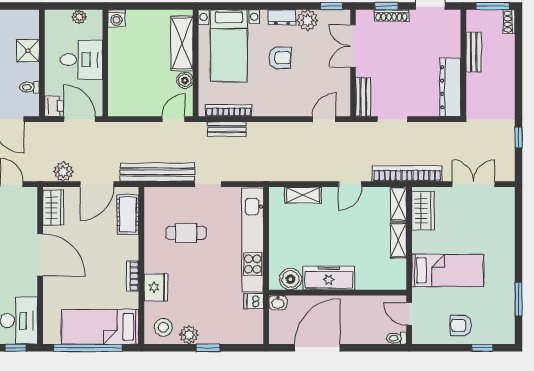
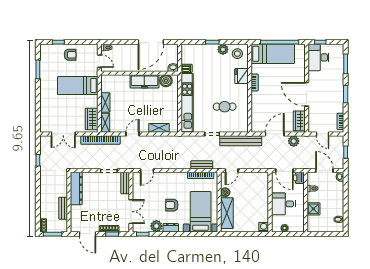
cot: (128, 215) -> (257, 117), removed

